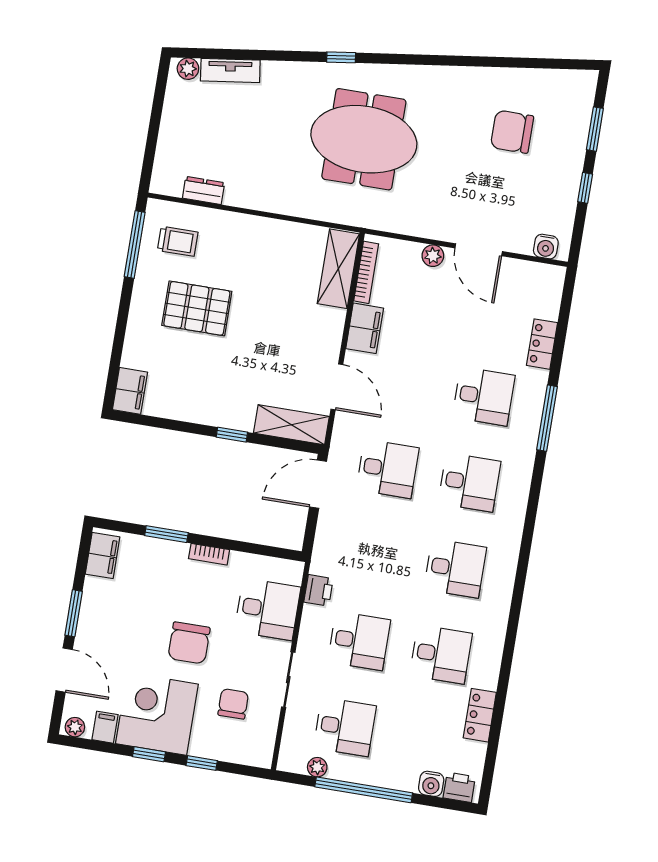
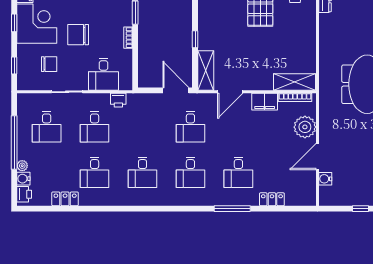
water cooler: (546, 247) -> (325, 179), moved
plant: (433, 256) -> (305, 127), width x1.87, depth x1.87
window: (202, 763) -> (14, 65), moved
plant: (317, 767) -> (22, 166), moved

